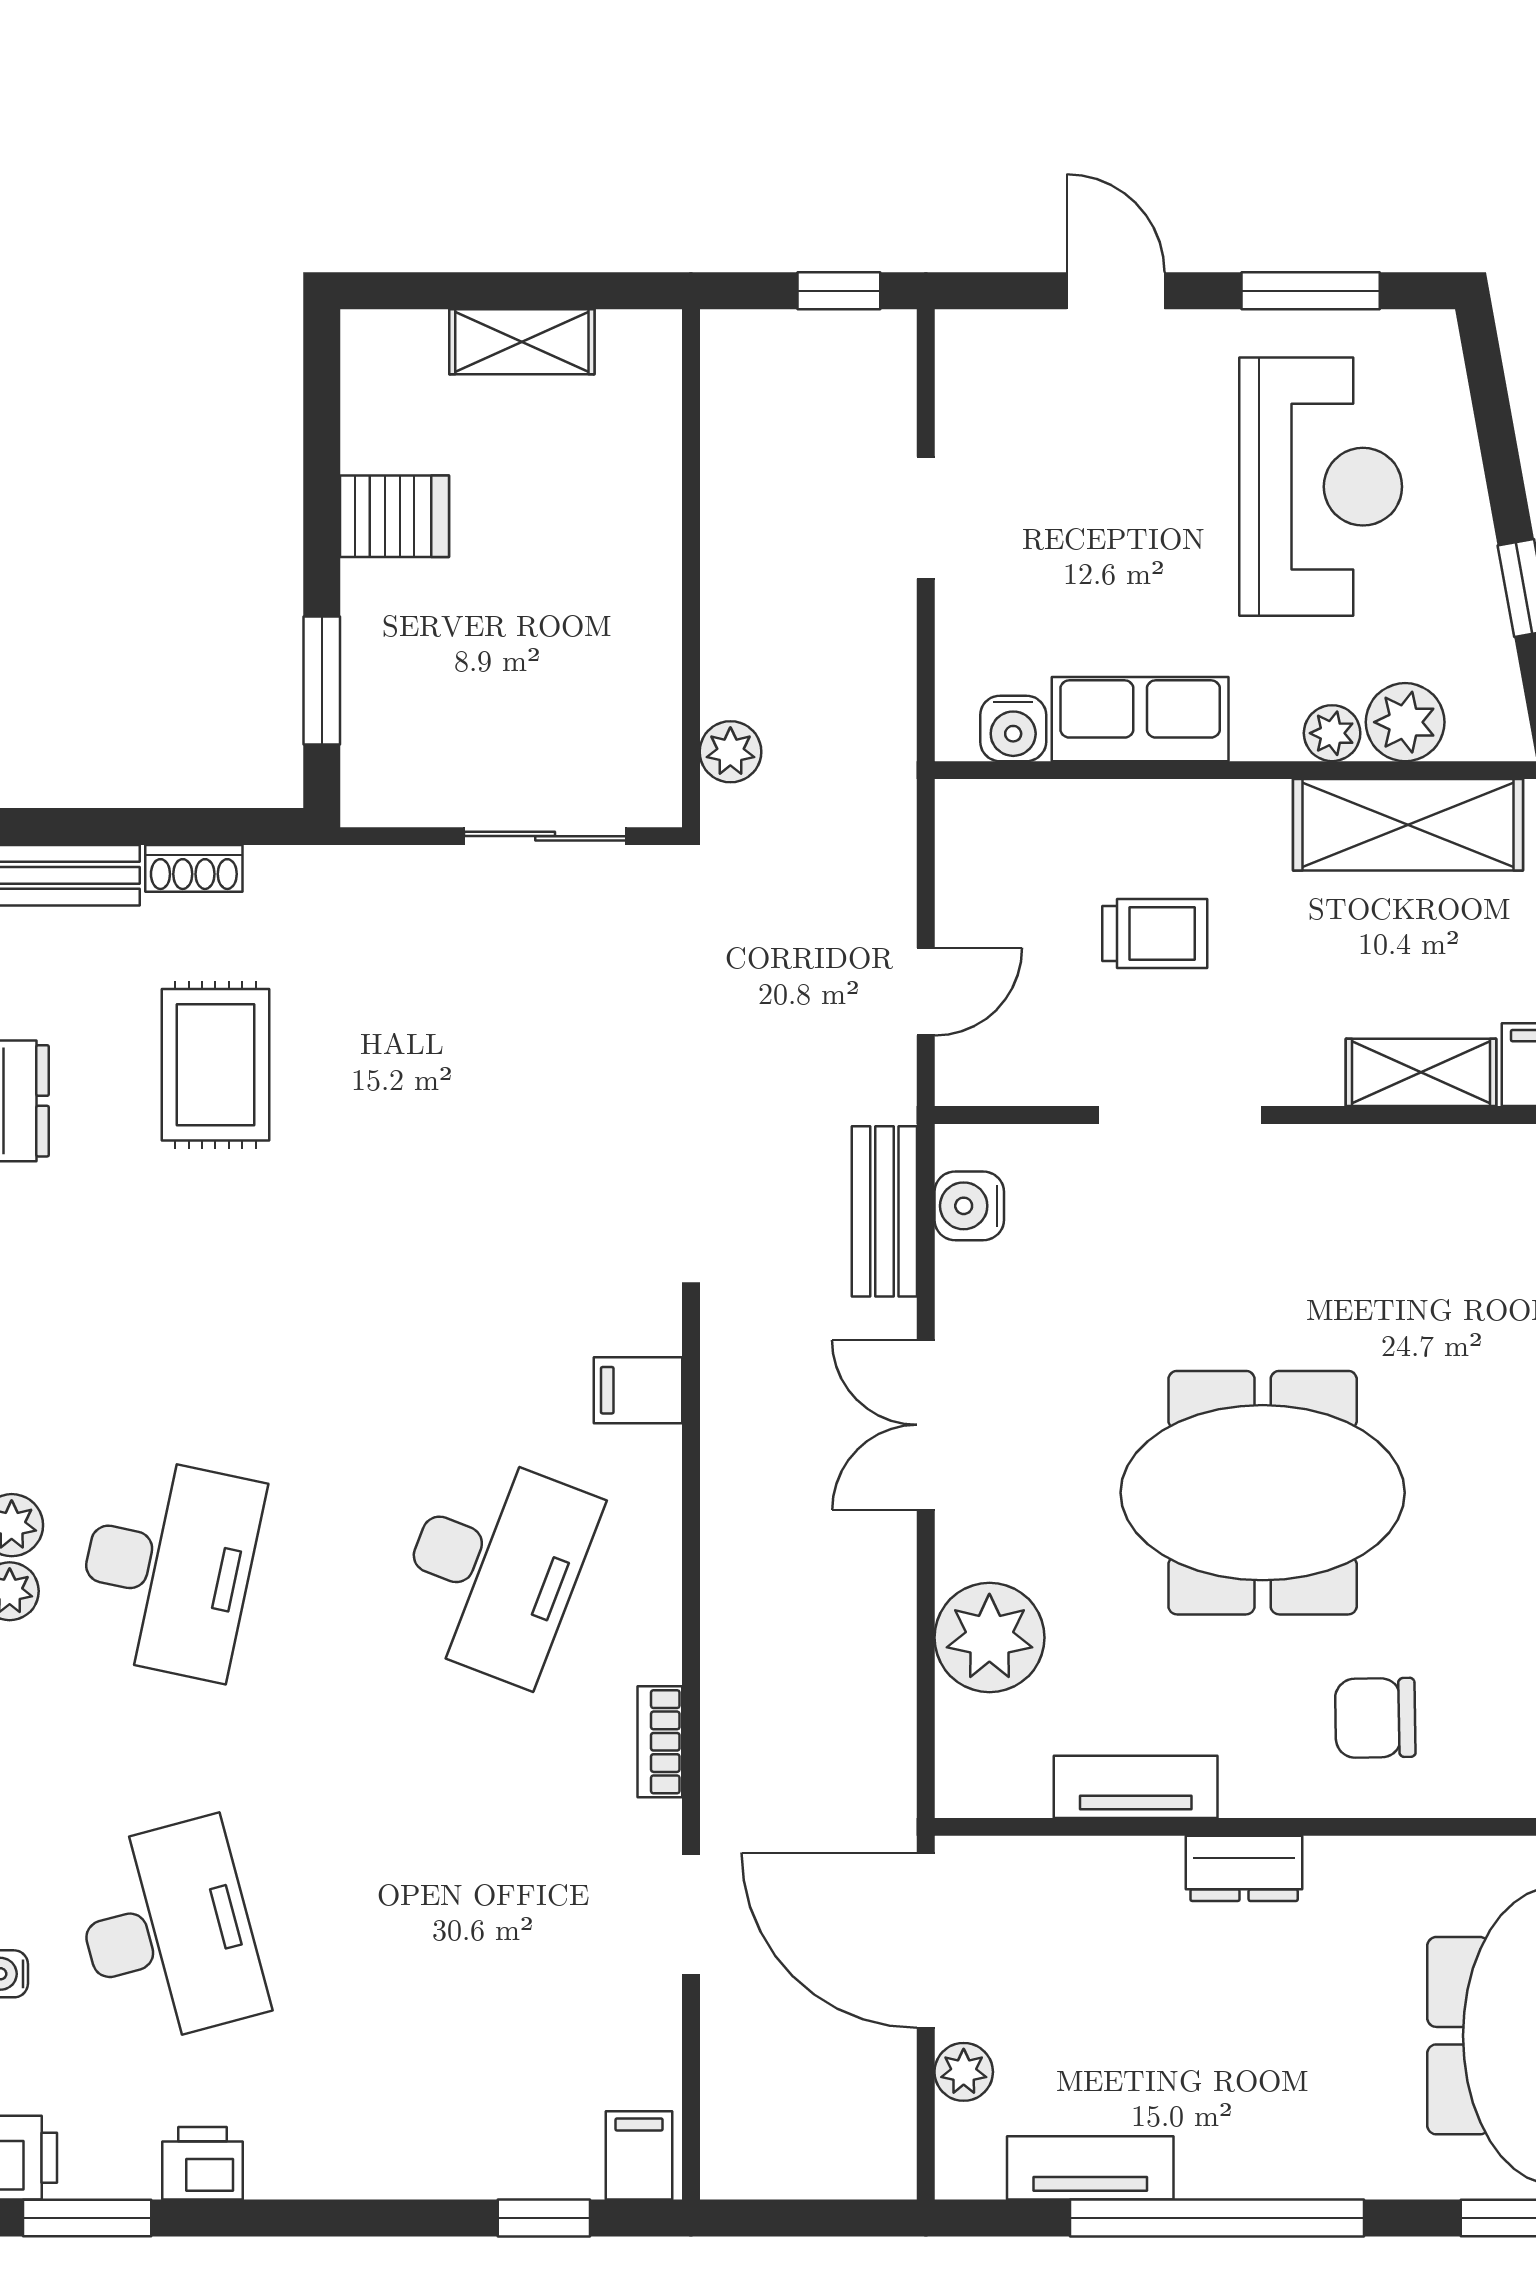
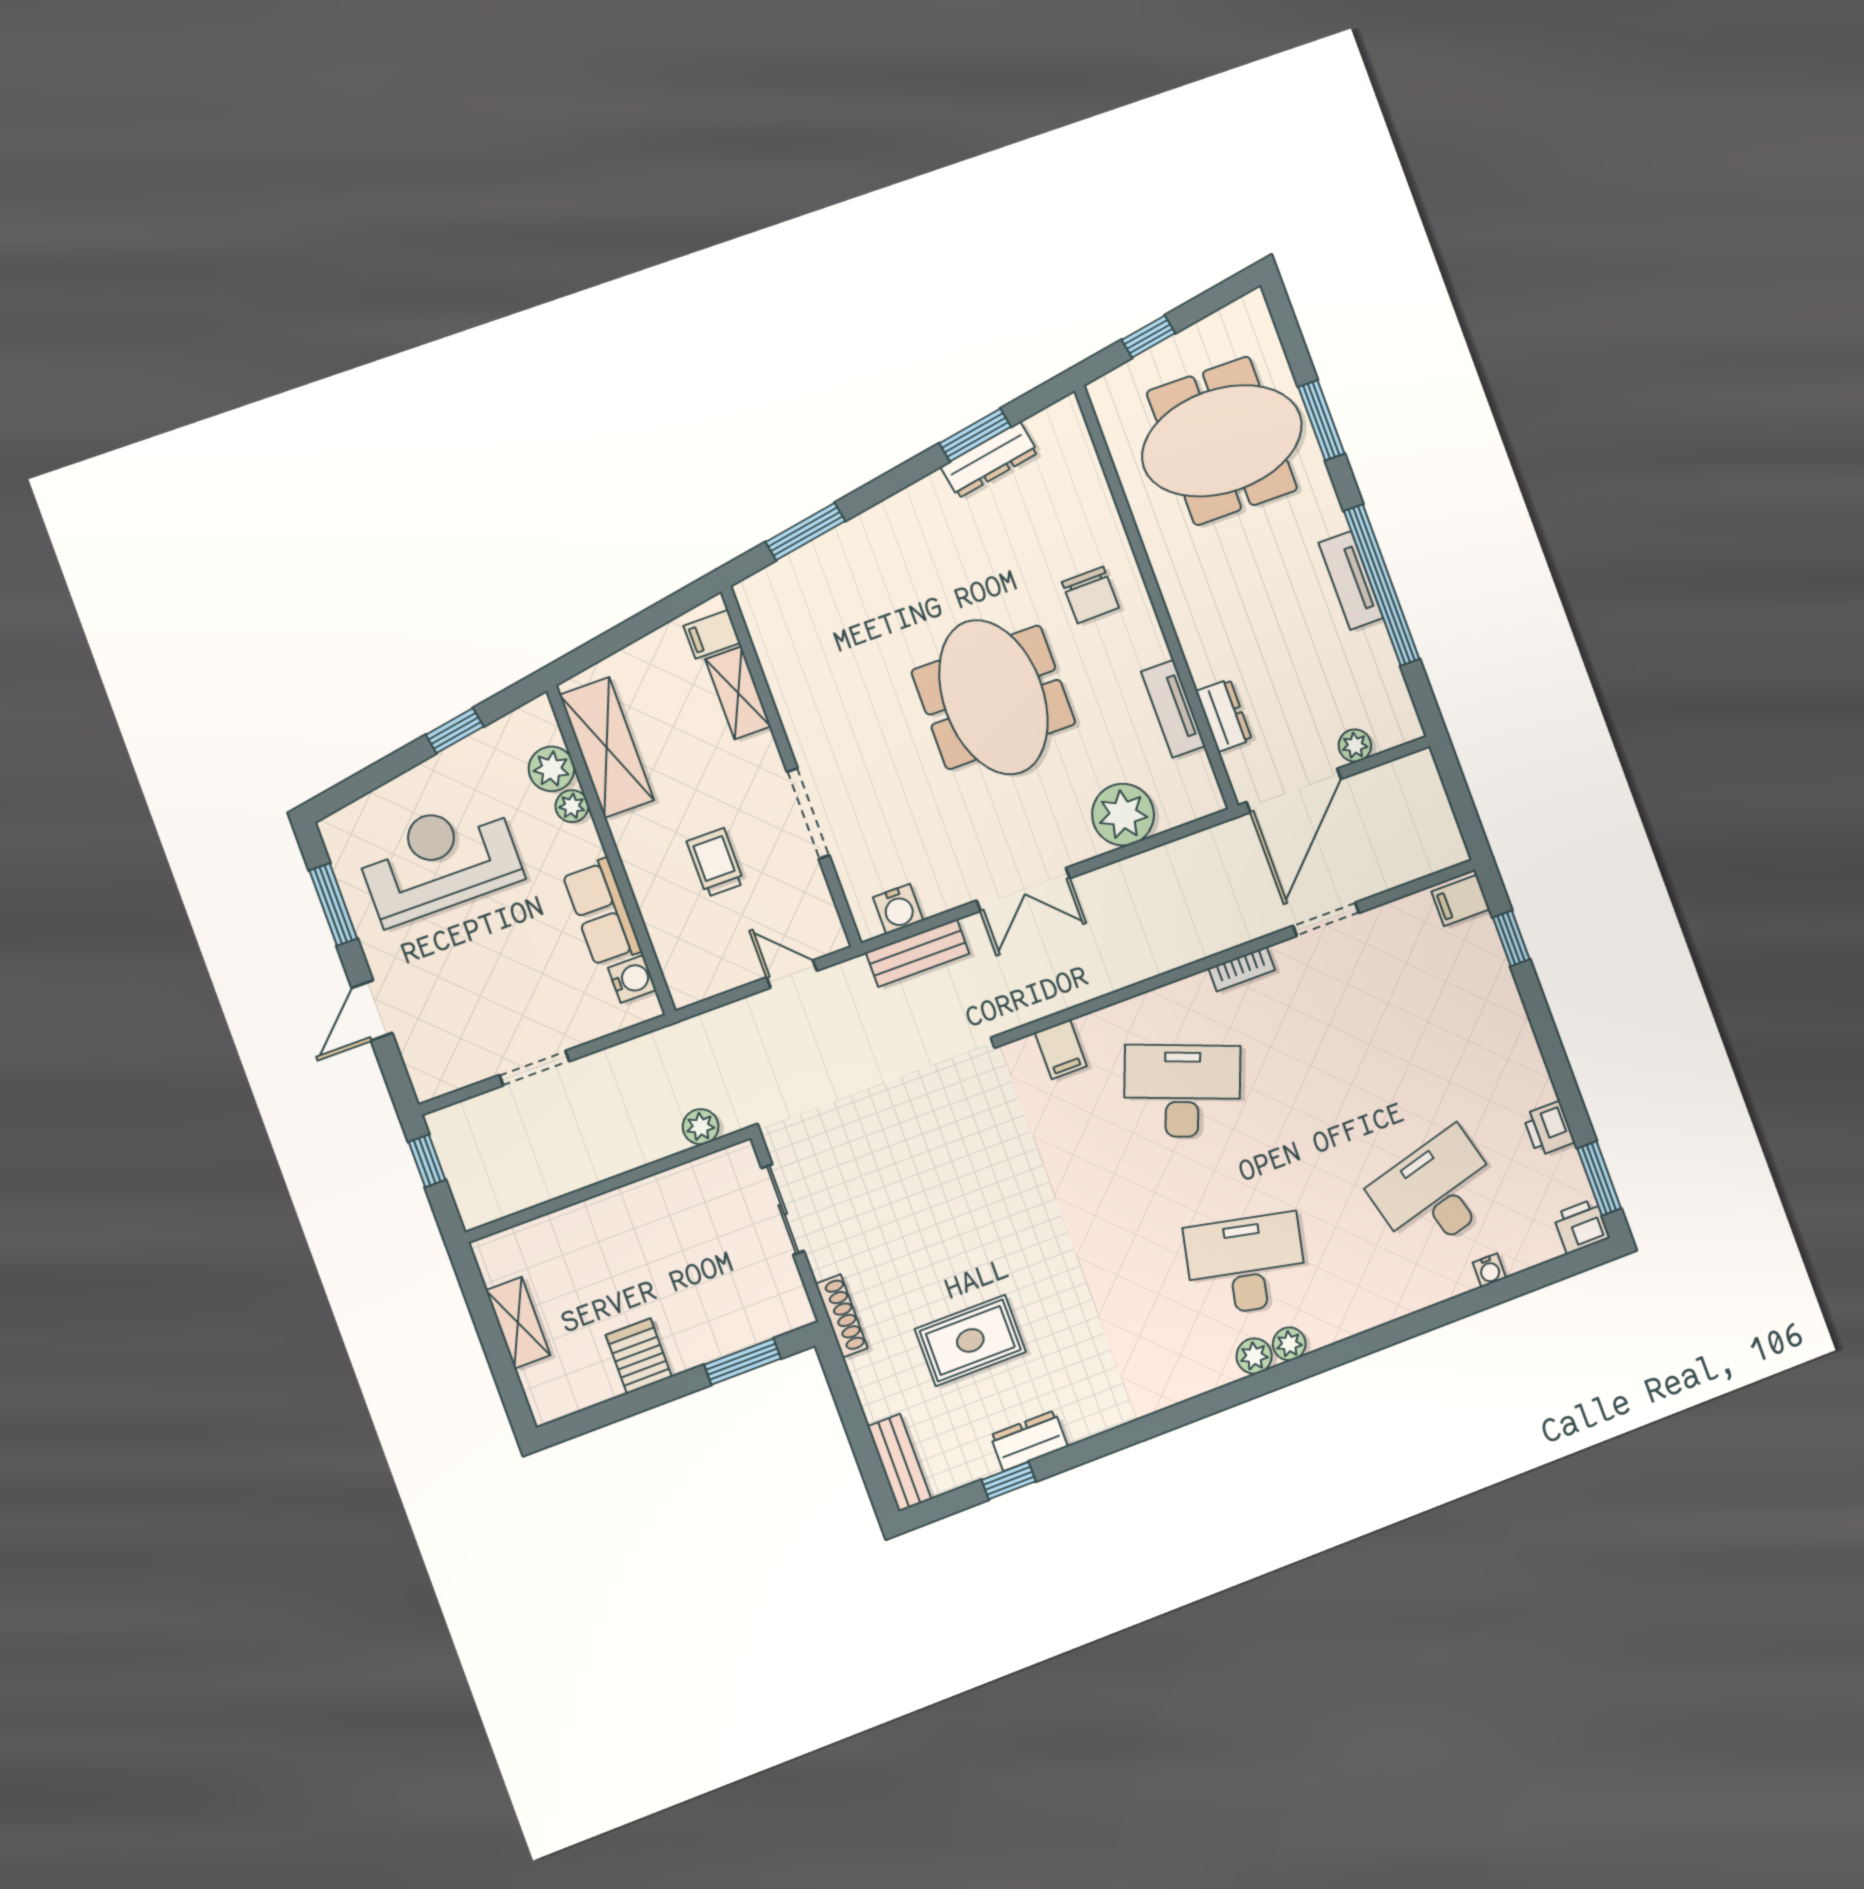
shoe rack: (194, 868) -> (841, 1316), moved, width x1.43
dresser: (1244, 1868) -> (1224, 715), moved
tv unit: (1090, 2168) -> (1351, 580), moved

